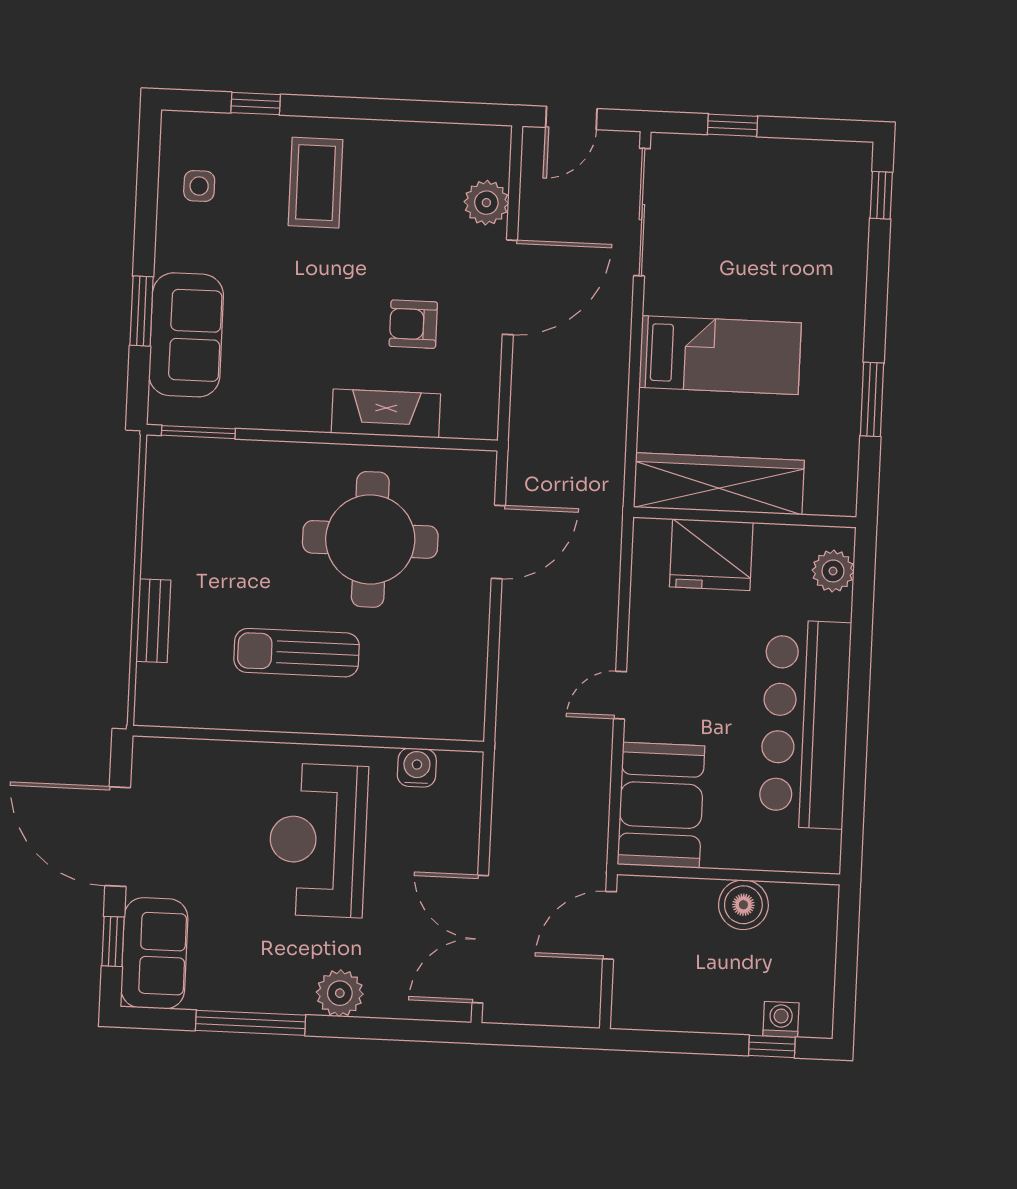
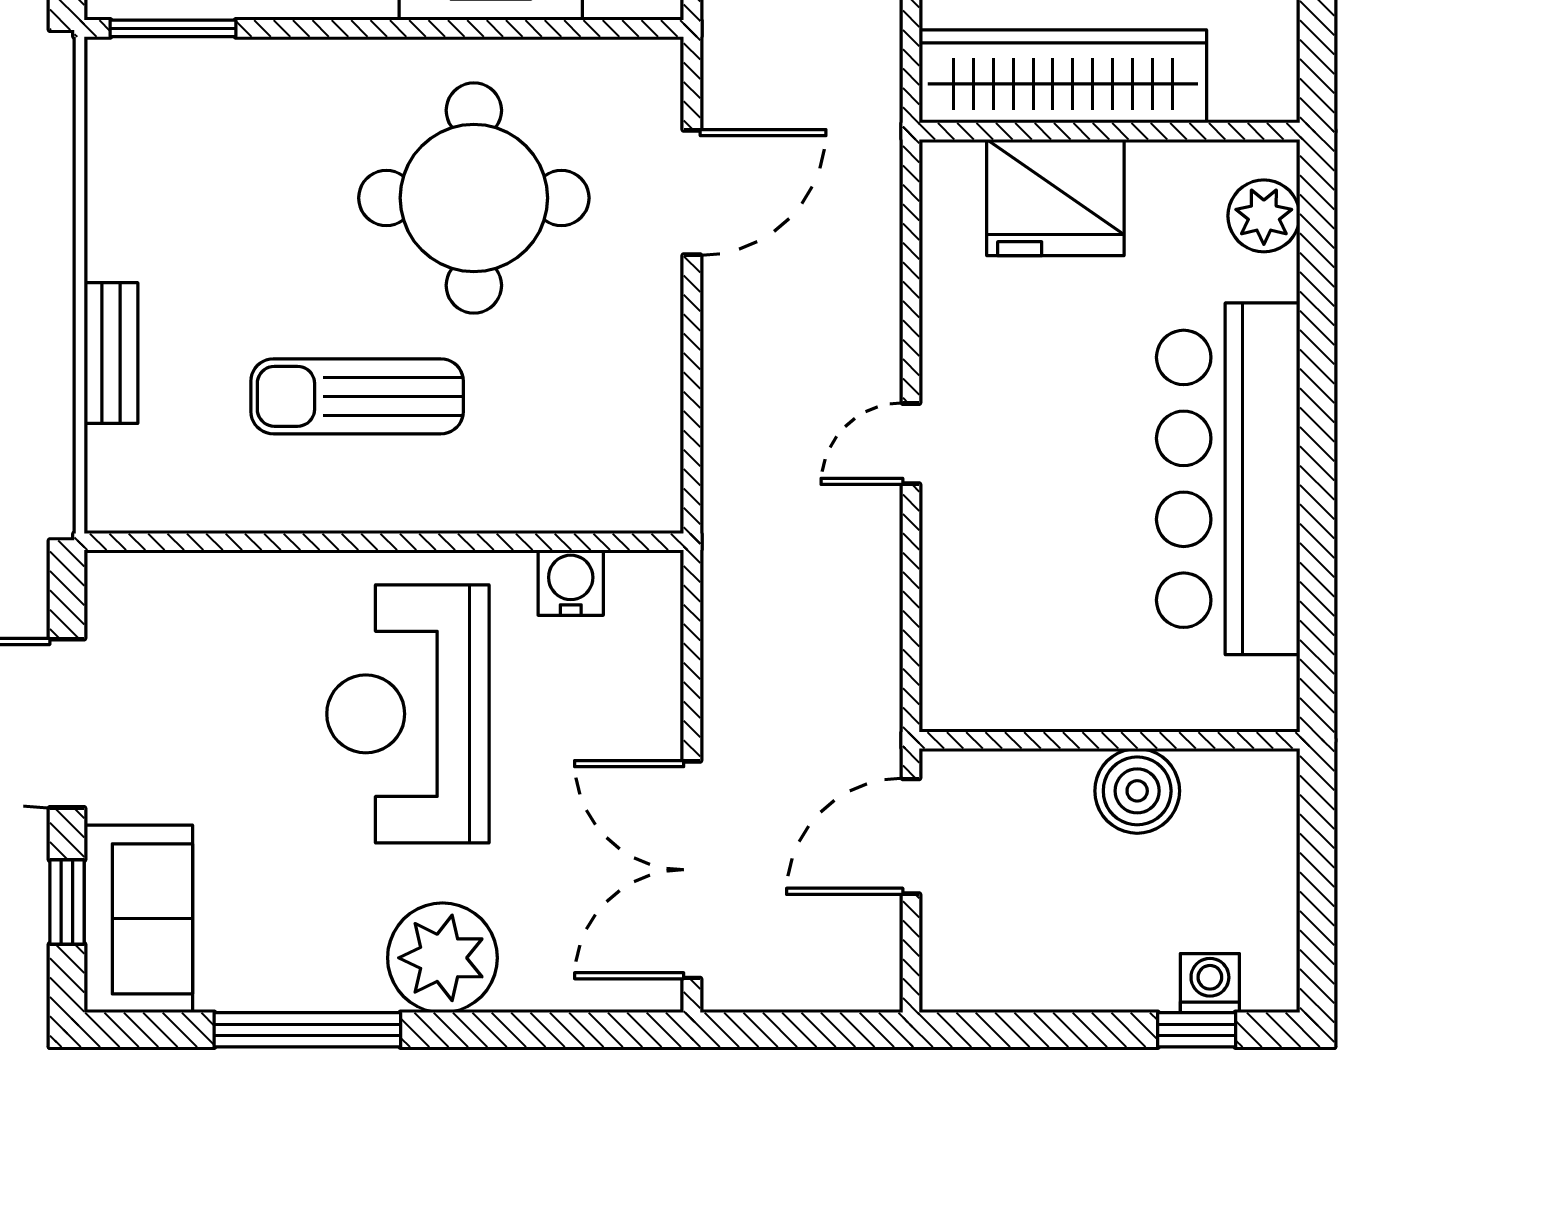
booth: (661, 805) -> (989, 628), removed
plant: (340, 993) -> (442, 958), width x1.36, depth x1.36

